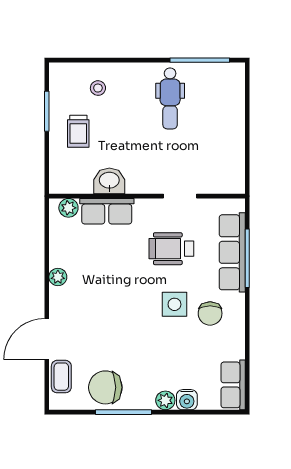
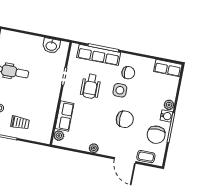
washbasin: (109, 181) -> (51, 46), moved, turned -90
chair: (123, 324) -> (125, 119), added
water cooler: (187, 400) -> (166, 116), moved

